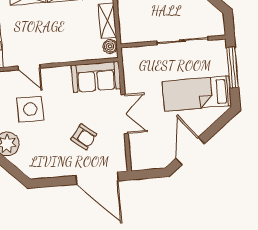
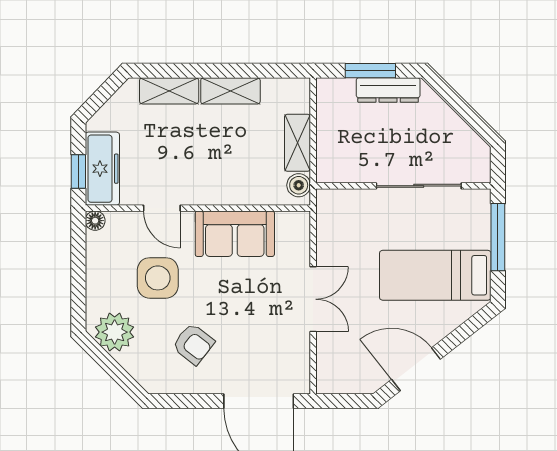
sofa: (96, 77) -> (235, 234), moved
armchair: (84, 137) -> (193, 344), moved
door: (190, 151) -> (416, 369), hinge flipped

